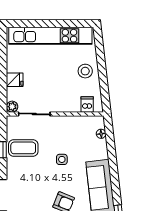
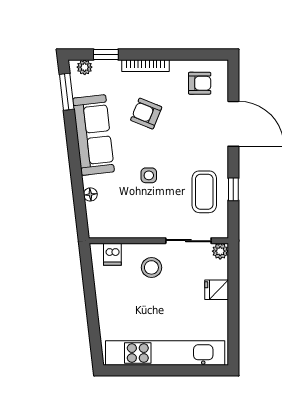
stool: (85, 71) -> (151, 267), moved
floor lamp: (101, 134) -> (90, 194), moved
coffee table: (23, 148) -> (204, 192), turned 90

